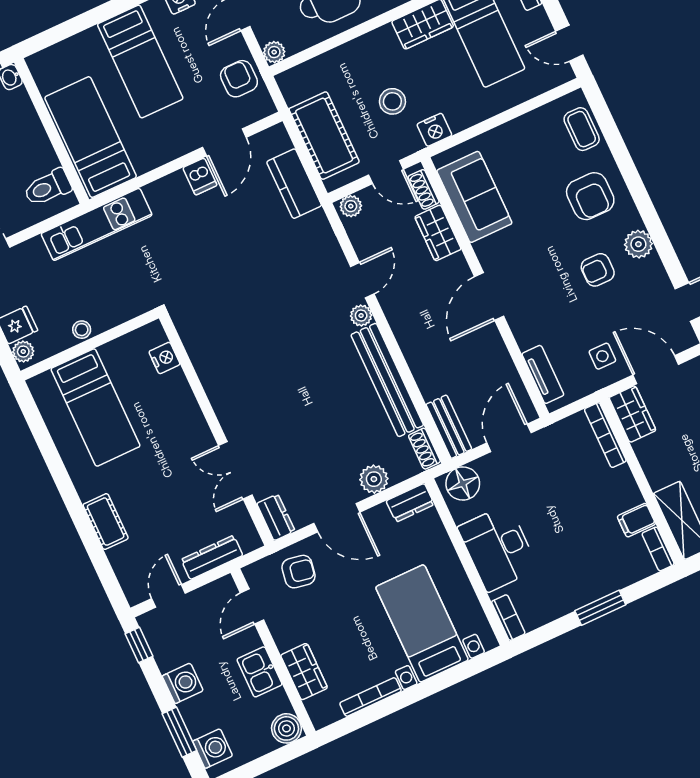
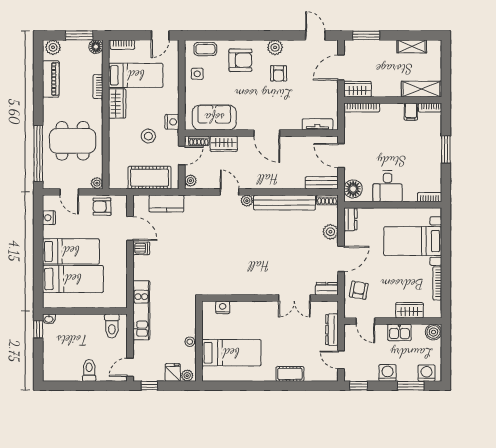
bed: (91, 137) -> (73, 279), moved, turned 180
side table: (602, 356) -> (197, 74), moved
desk: (498, 548) -> (388, 186), width x0.73

